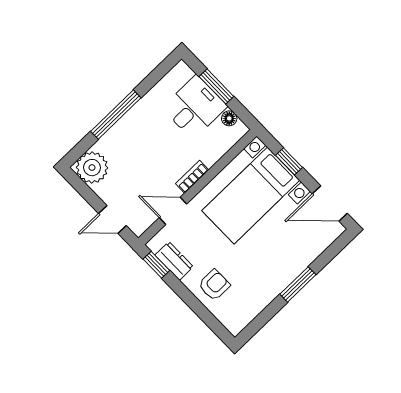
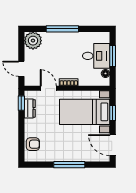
window: (298, 284) -> (69, 165), width x1.44
armchair: (214, 285) -> (33, 144), moved

